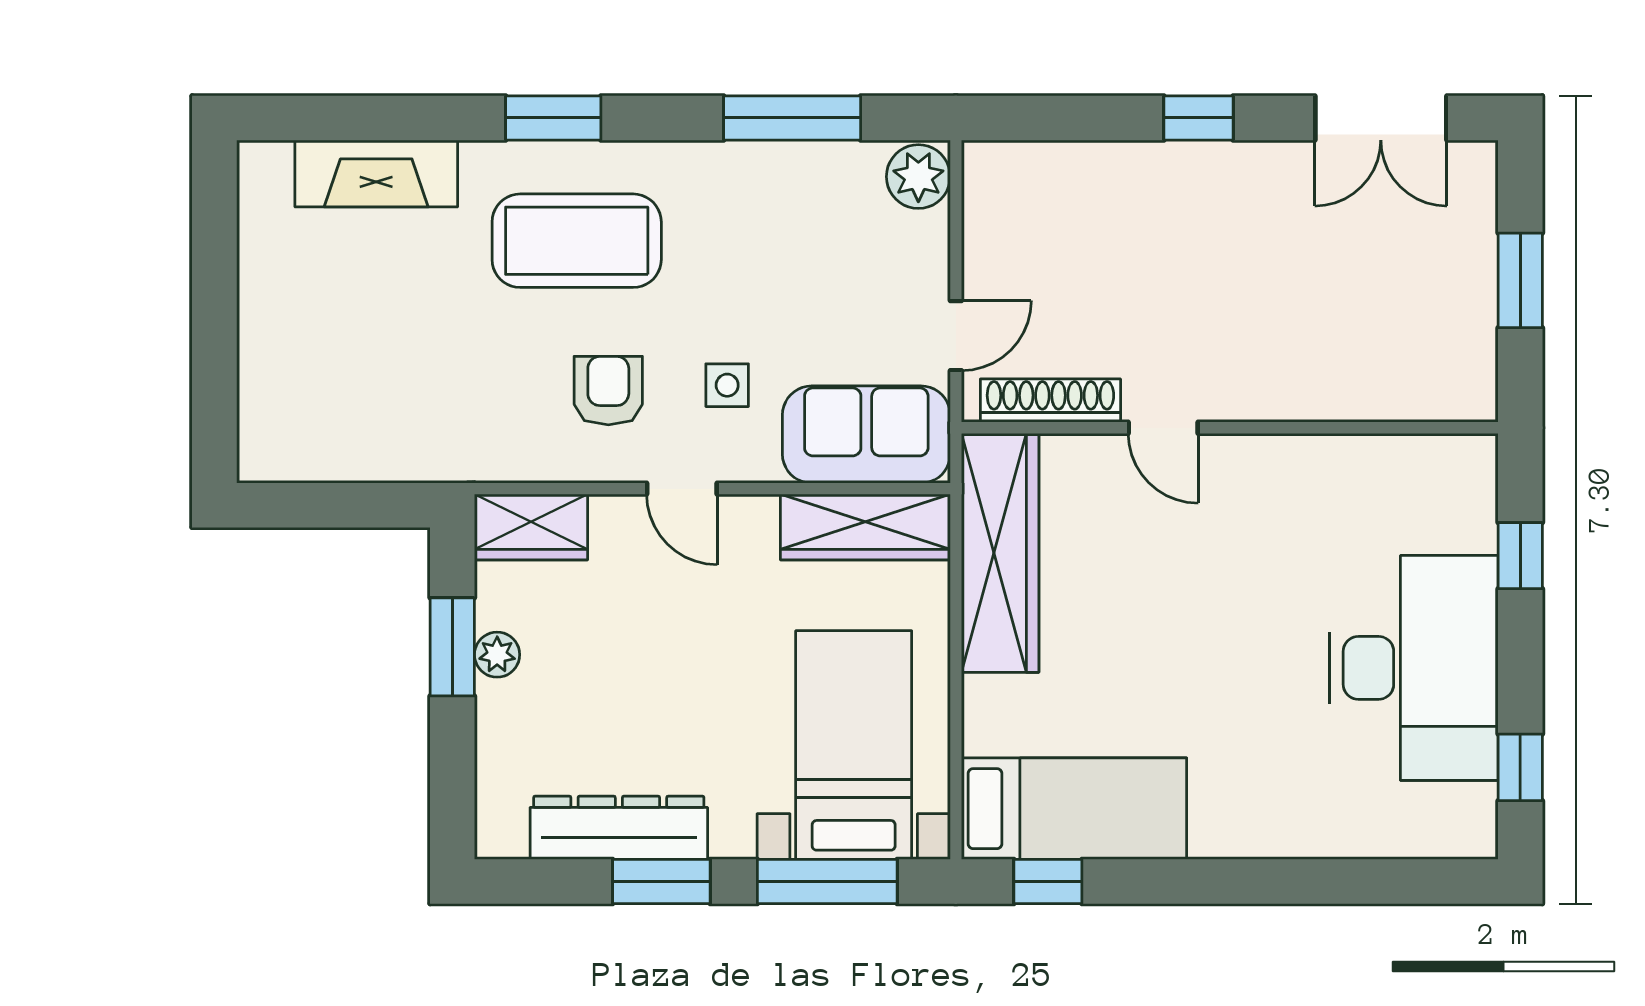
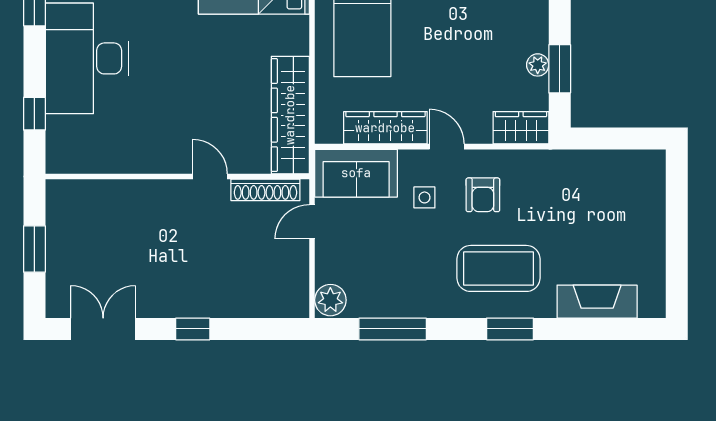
wardrobe: (865, 527) -> (385, 128), moved

